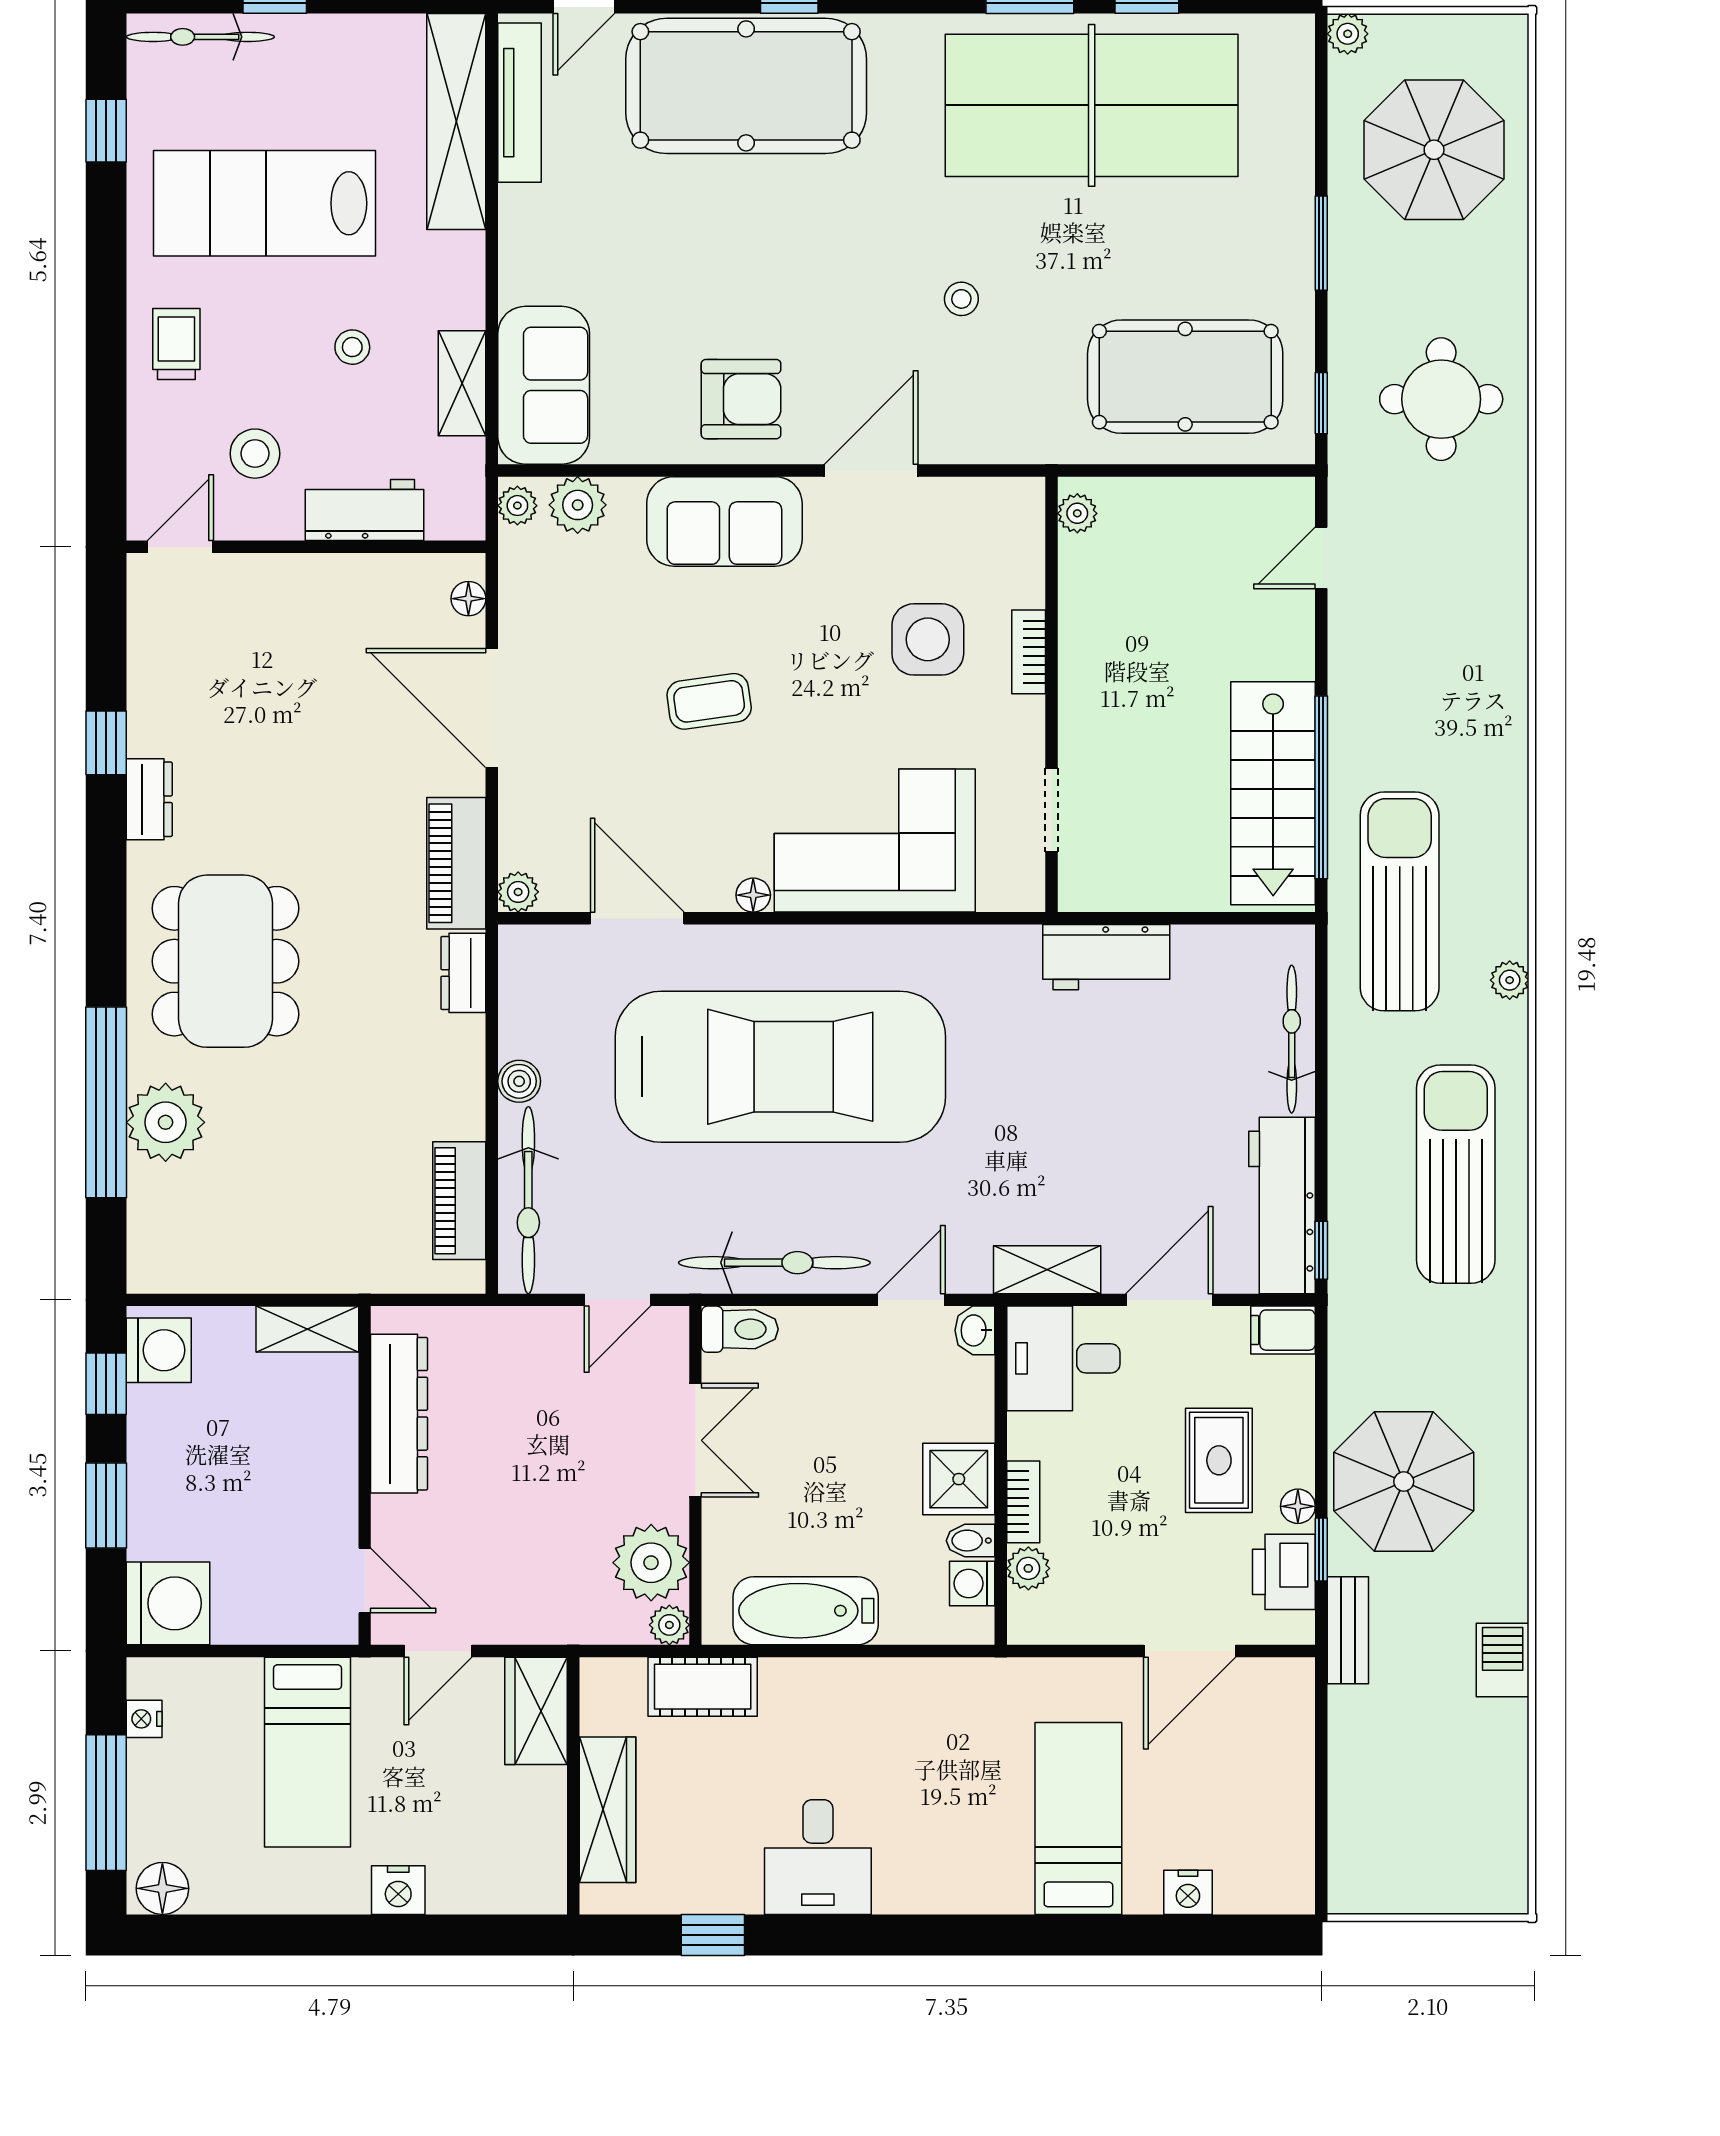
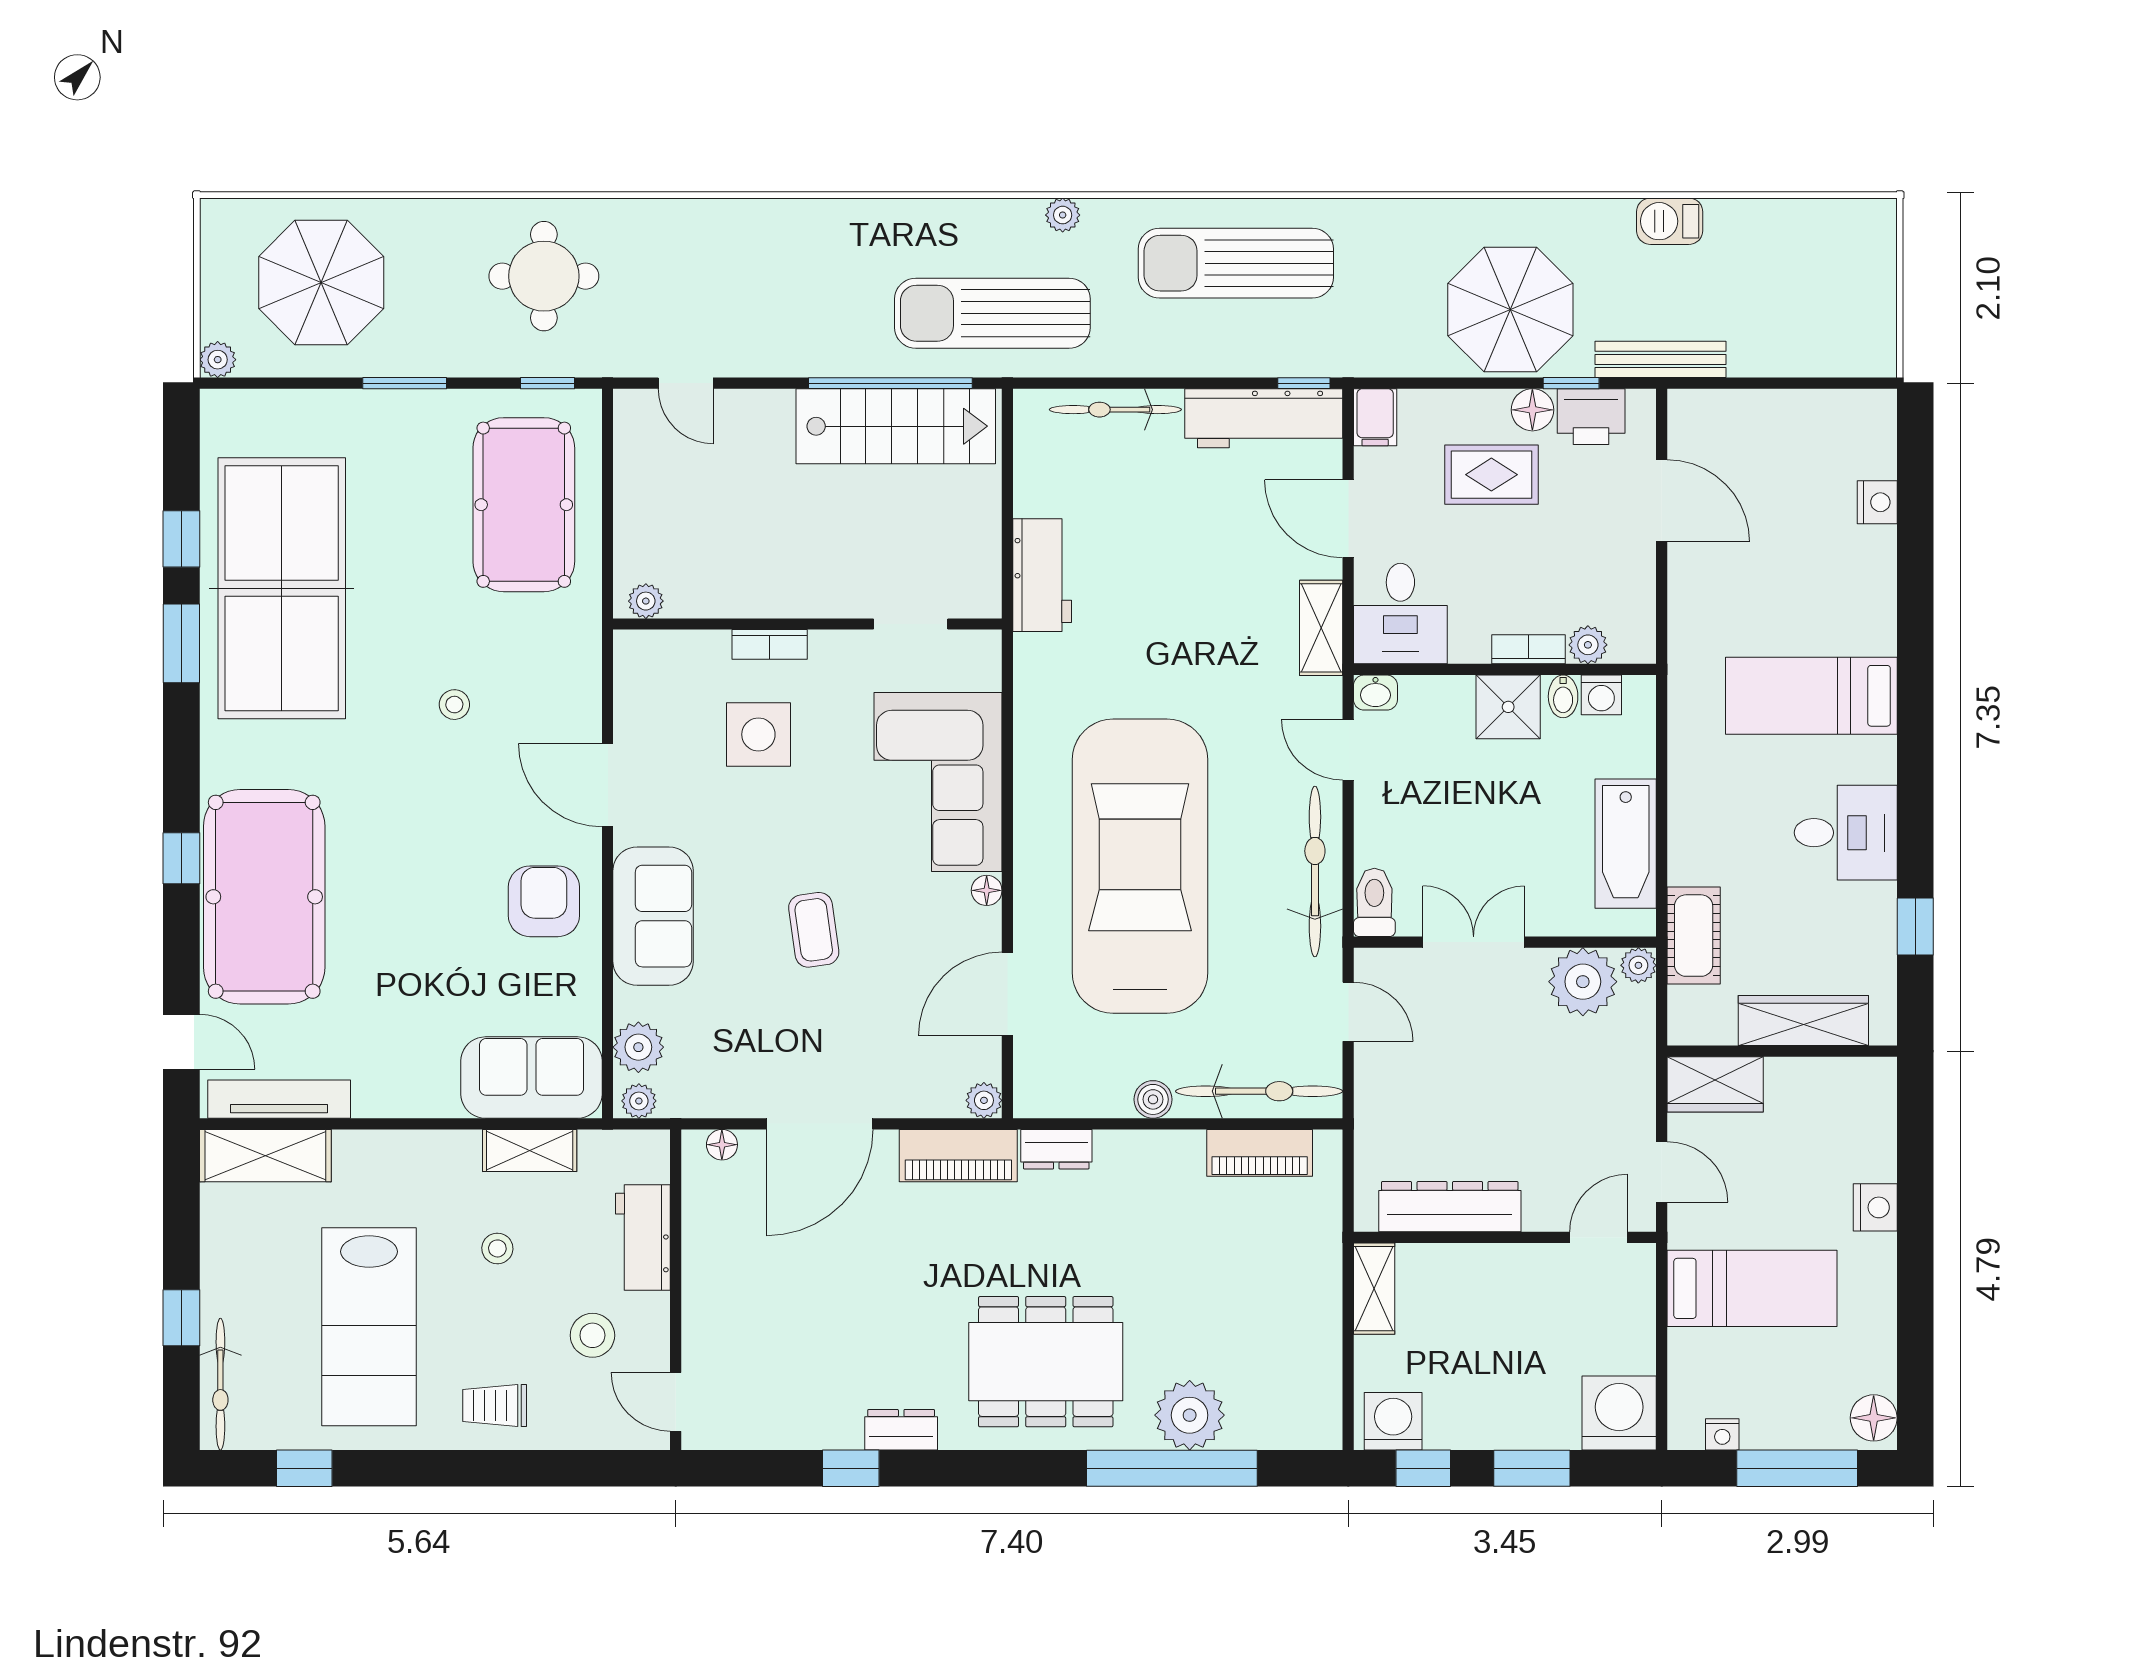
shelving: (456, 122) -> (265, 1156), width x0.68
floor lamp: (1298, 1506) -> (1532, 410), width x1.37, depth x1.37
bench: (1348, 1630) -> (1661, 359), width x1.36
bed: (1078, 1819) -> (1811, 696), moved

